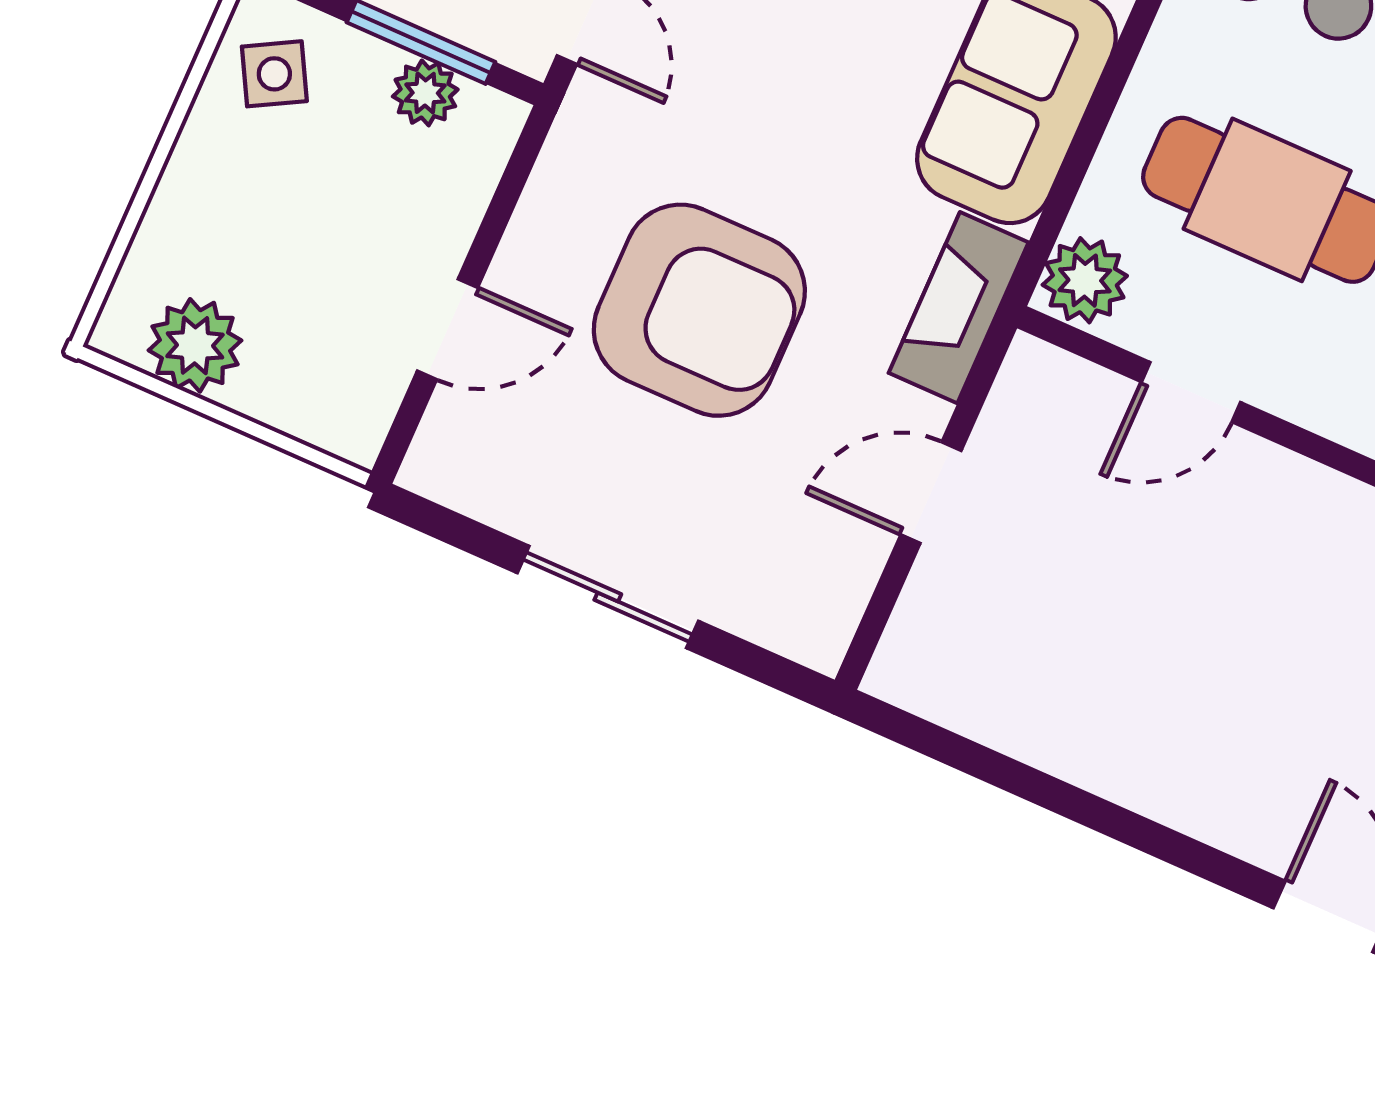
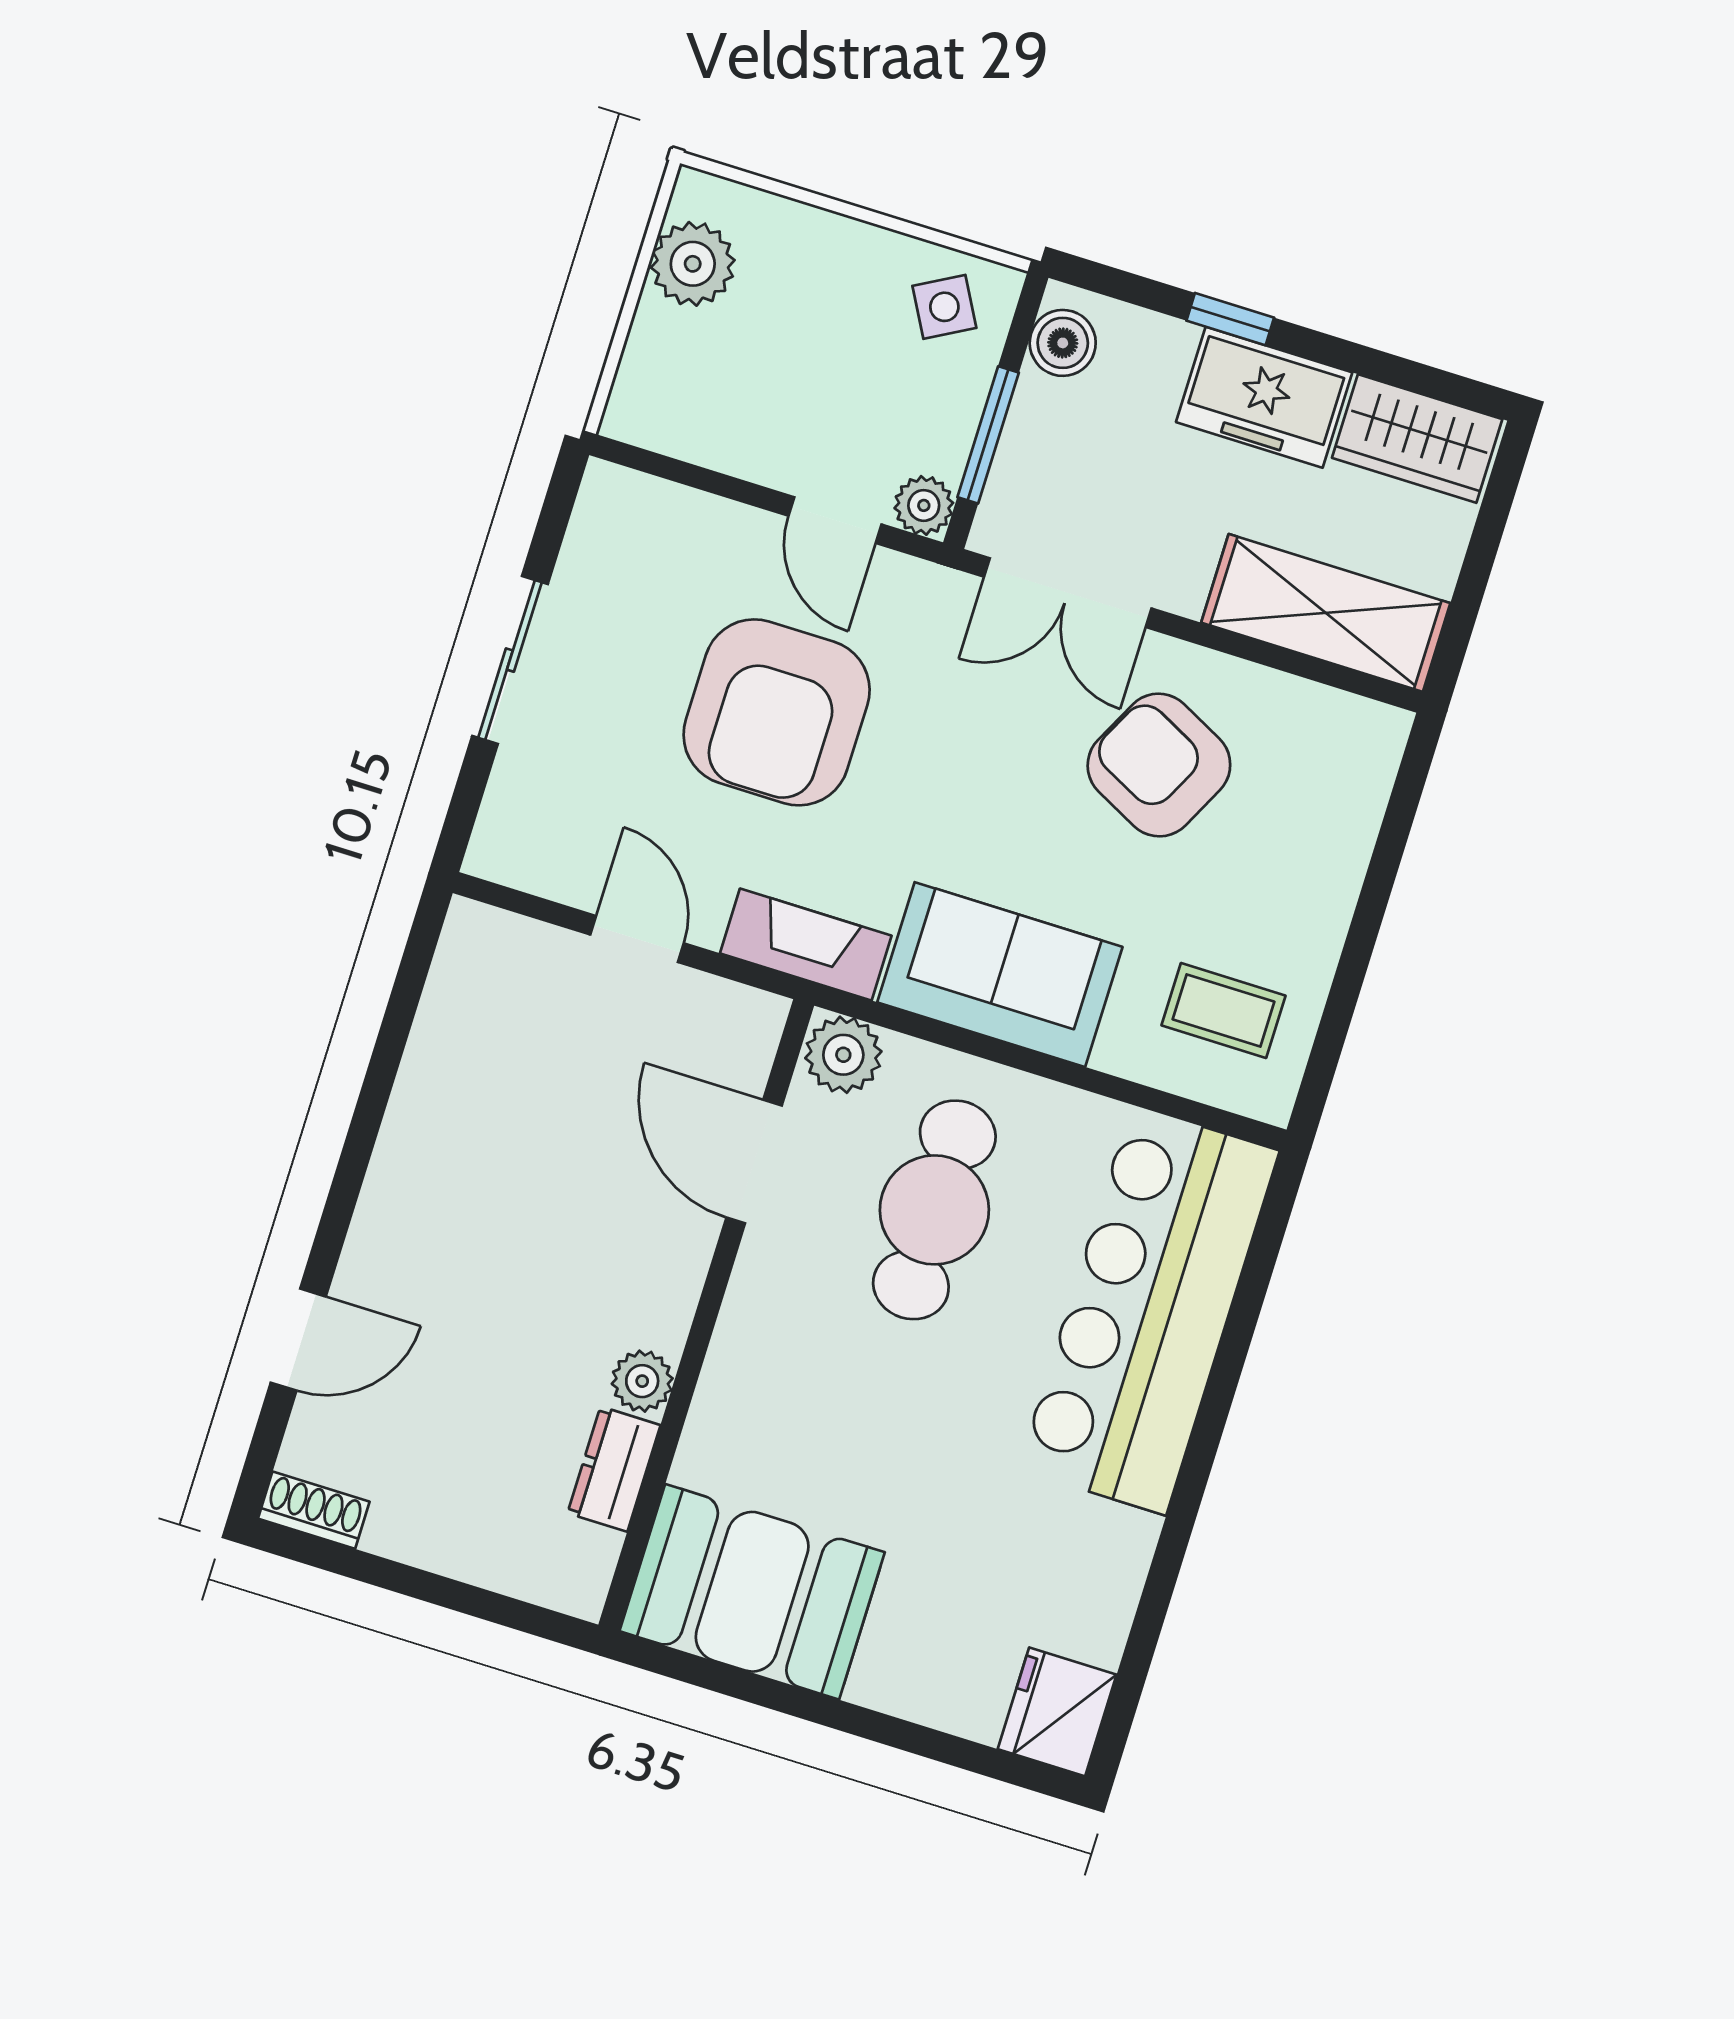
plant: (425, 93) -> (924, 505), moved
door: (447, 329) -> (835, 520), moved
door: (1191, 392) -> (754, 1162), width x1.37

